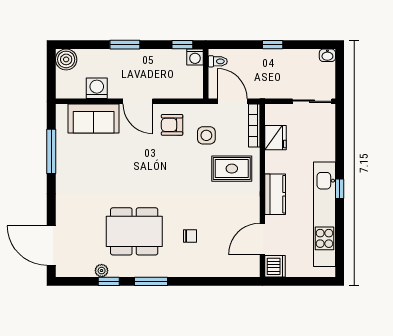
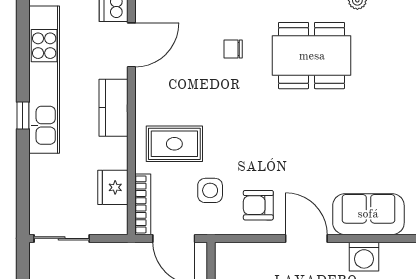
armchair: (172, 125) -> (258, 205), turned 180

